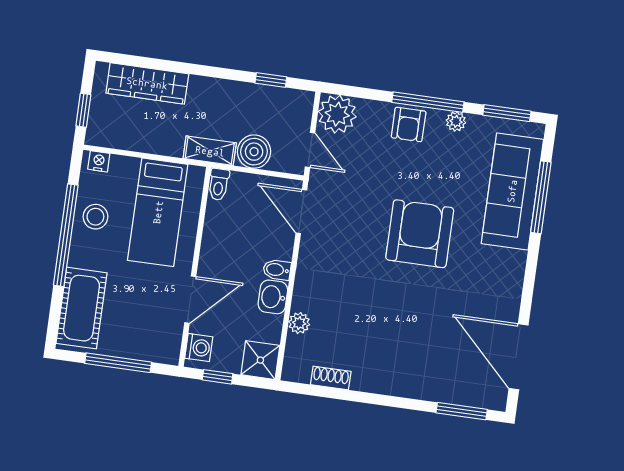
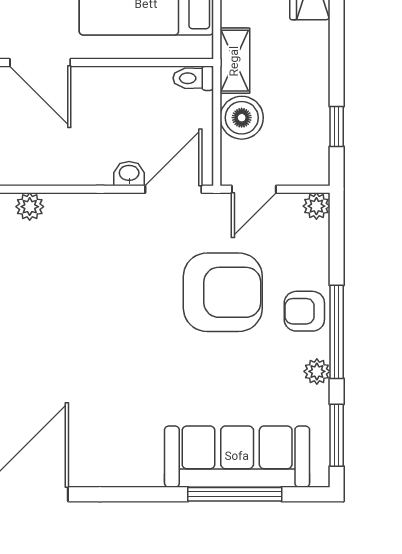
plant: (337, 114) -> (316, 206), width x0.53, depth x0.53
armchair: (420, 234) -> (223, 292), moved
bidet: (277, 270) -> (94, 168), removed
washbasin: (273, 297) -> (129, 174), moved, width x0.72, depth x0.69

